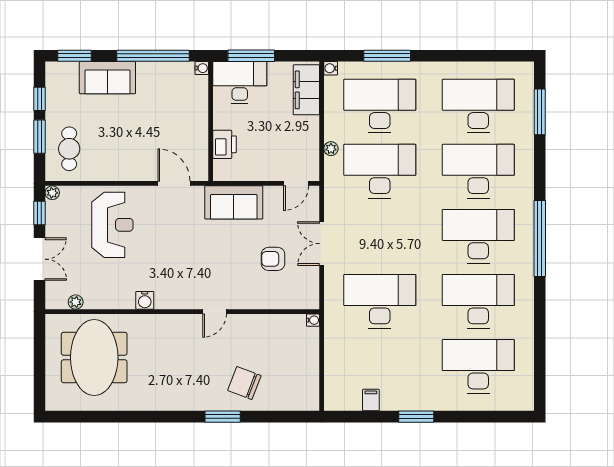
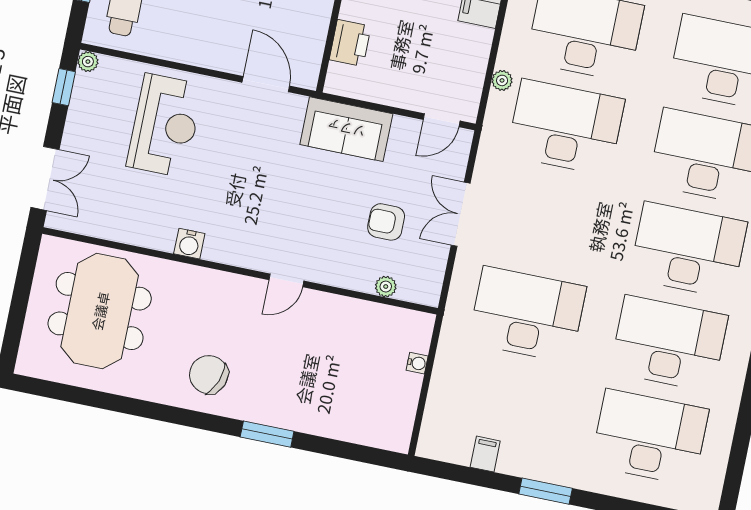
double door: (40, 259) -> (45, 178), moved
plant: (76, 302) -> (386, 287), moved
water cooler: (313, 320) -> (417, 363), moved
chair: (244, 383) -> (209, 375), moved

